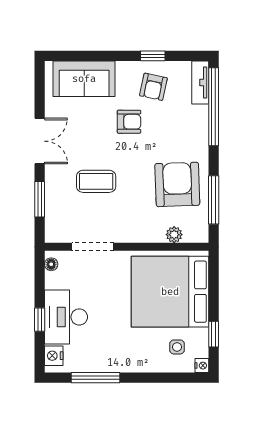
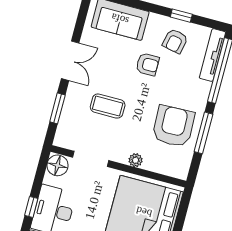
tv unit: (200, 82) -> (213, 55), width x1.41
window: (214, 200) -> (203, 133), moved
plant: (174, 235) -> (136, 160), moved
floor lamp: (51, 264) -> (57, 165), width x1.89, depth x1.89

